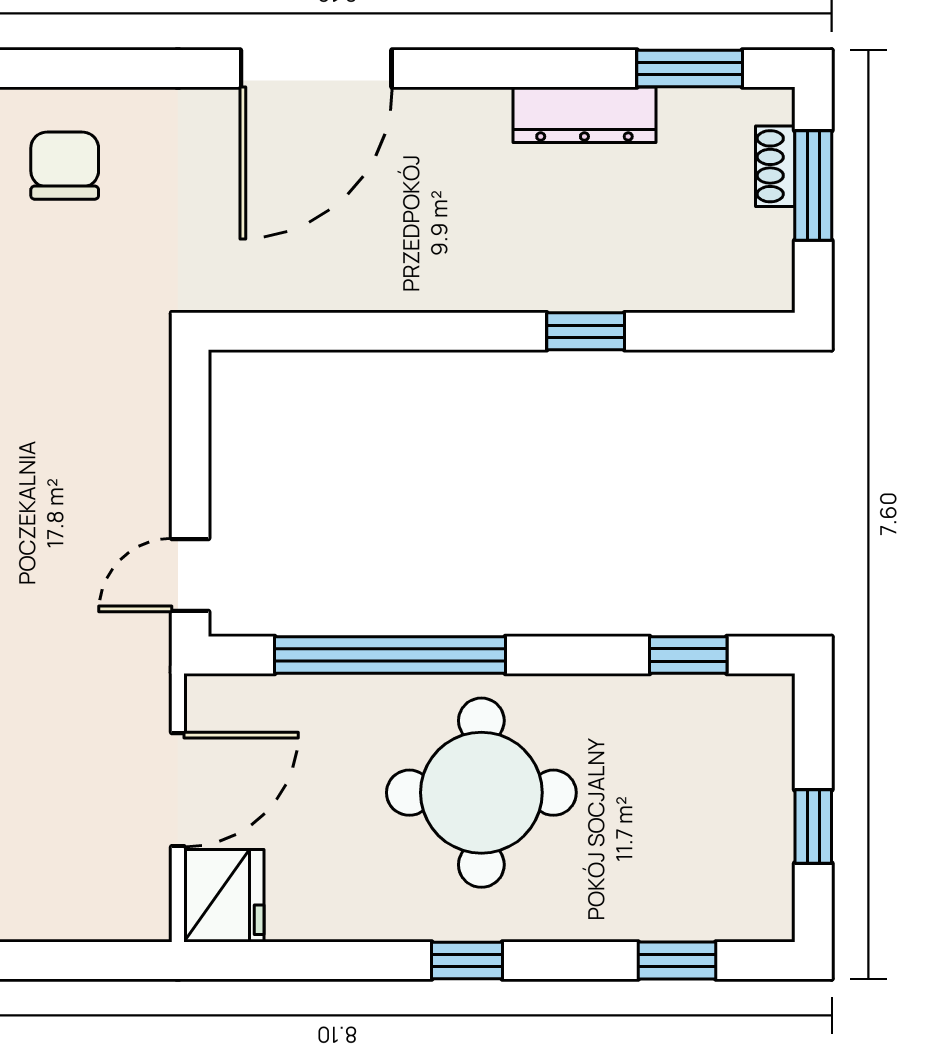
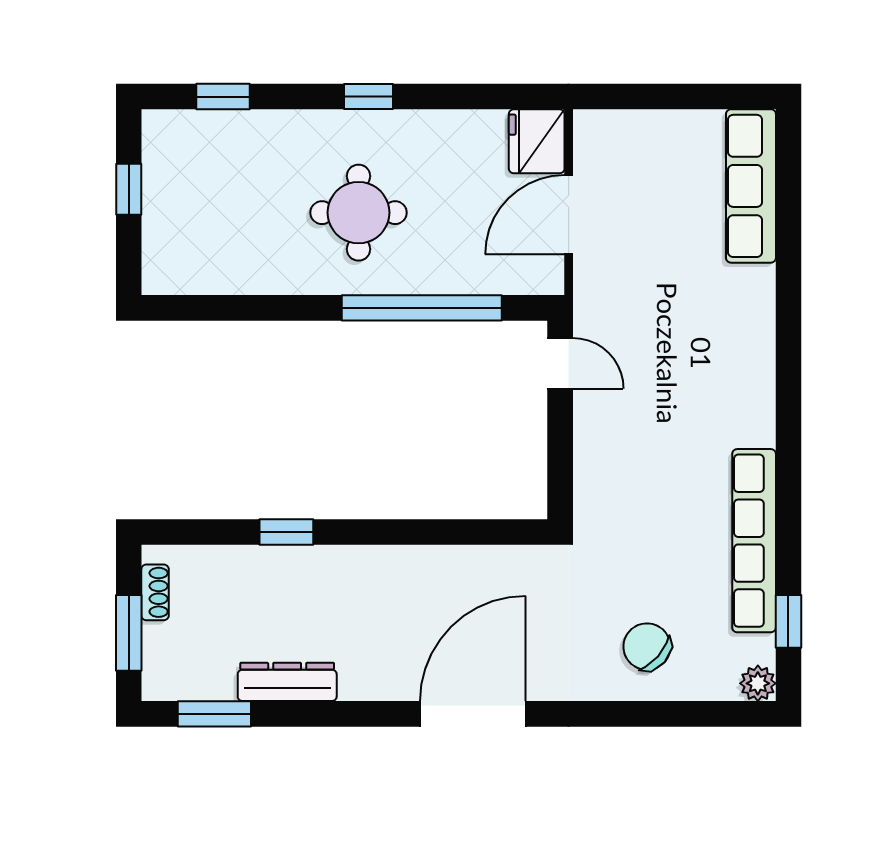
chair: (65, 166) -> (647, 647), turned 131
shoe rack: (775, 166) -> (155, 592), moved
door: (190, 575) -> (560, 363), hinge flipped
window: (688, 655) -> (215, 308), removed
round table: (481, 793) -> (359, 213), width x0.73, depth x0.73

